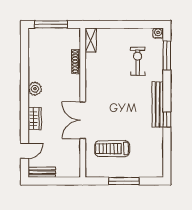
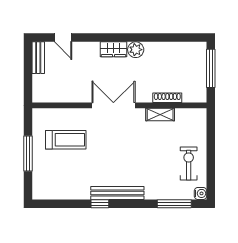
shelving: (91, 40) -> (160, 115), moved
exercise bike: (138, 61) -> (189, 163), moved, turned -90
wardrobe: (35, 118) -> (113, 49), moved
double door: (83, 120) -> (113, 105), moved
treadmill: (112, 149) -> (66, 140), turned 90

